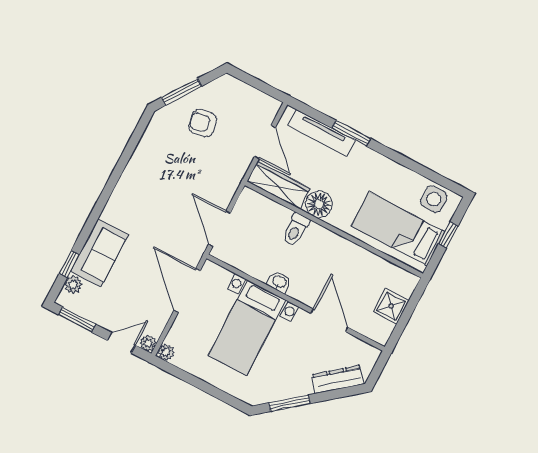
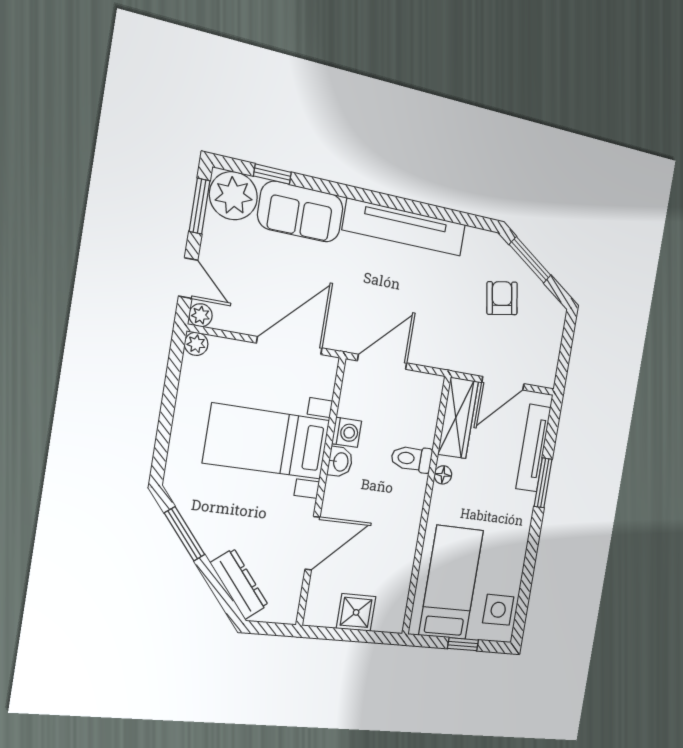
tv unit: (131, 182) -> (405, 227), added
floor lamp: (319, 204) -> (443, 475), width x0.53, depth x0.53
washing machine: (260, 271) -> (347, 432), added
plant: (73, 285) -> (233, 196), width x1.88, depth x1.88

